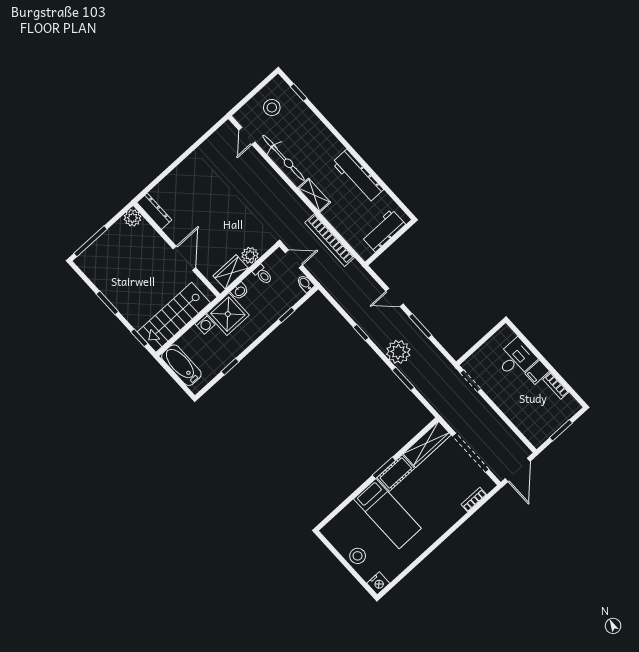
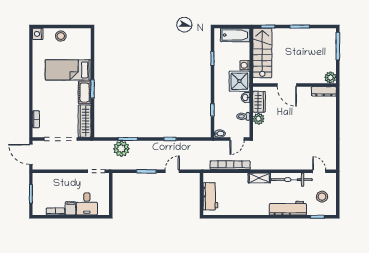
workbench: (358, 176) -> (288, 208), moved
plant: (398, 352) -> (121, 149), moved

